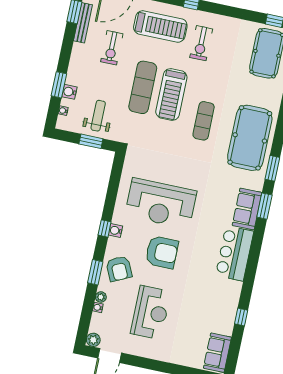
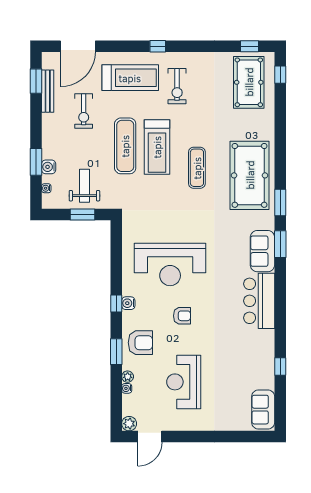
armchair: (162, 252) -> (182, 316), width x0.53, depth x0.53
armchair: (119, 269) -> (140, 343), turned -65
reception desk: (151, 313) -> (184, 382), turned 180

